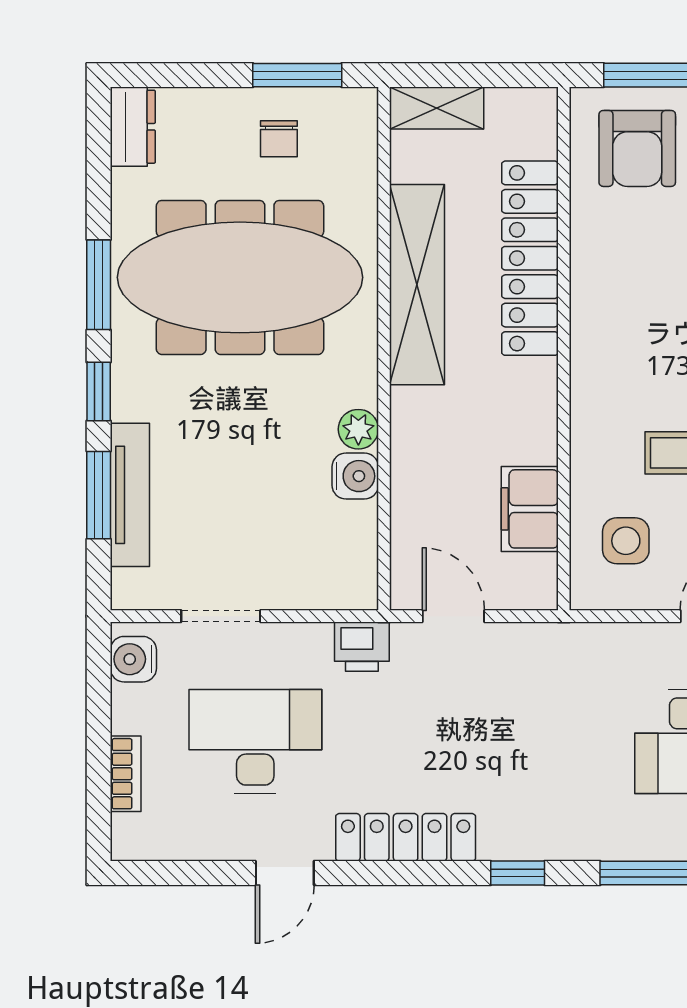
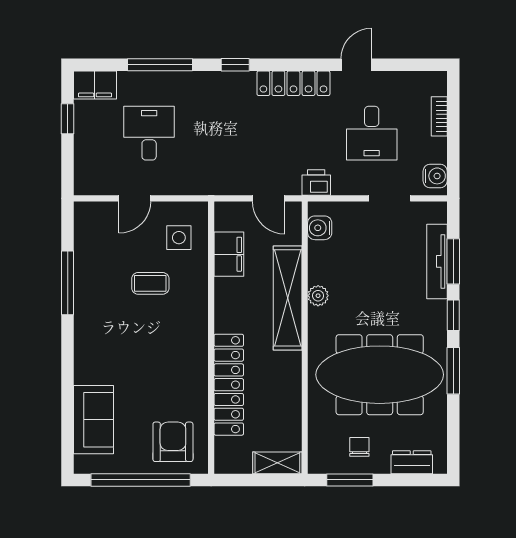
dresser: (133, 127) -> (412, 462), moved, turned 90
shelving: (417, 285) -> (288, 298), moved
water cooler: (355, 476) -> (320, 228), moved
desk: (255, 741) -> (372, 133), width x0.73

